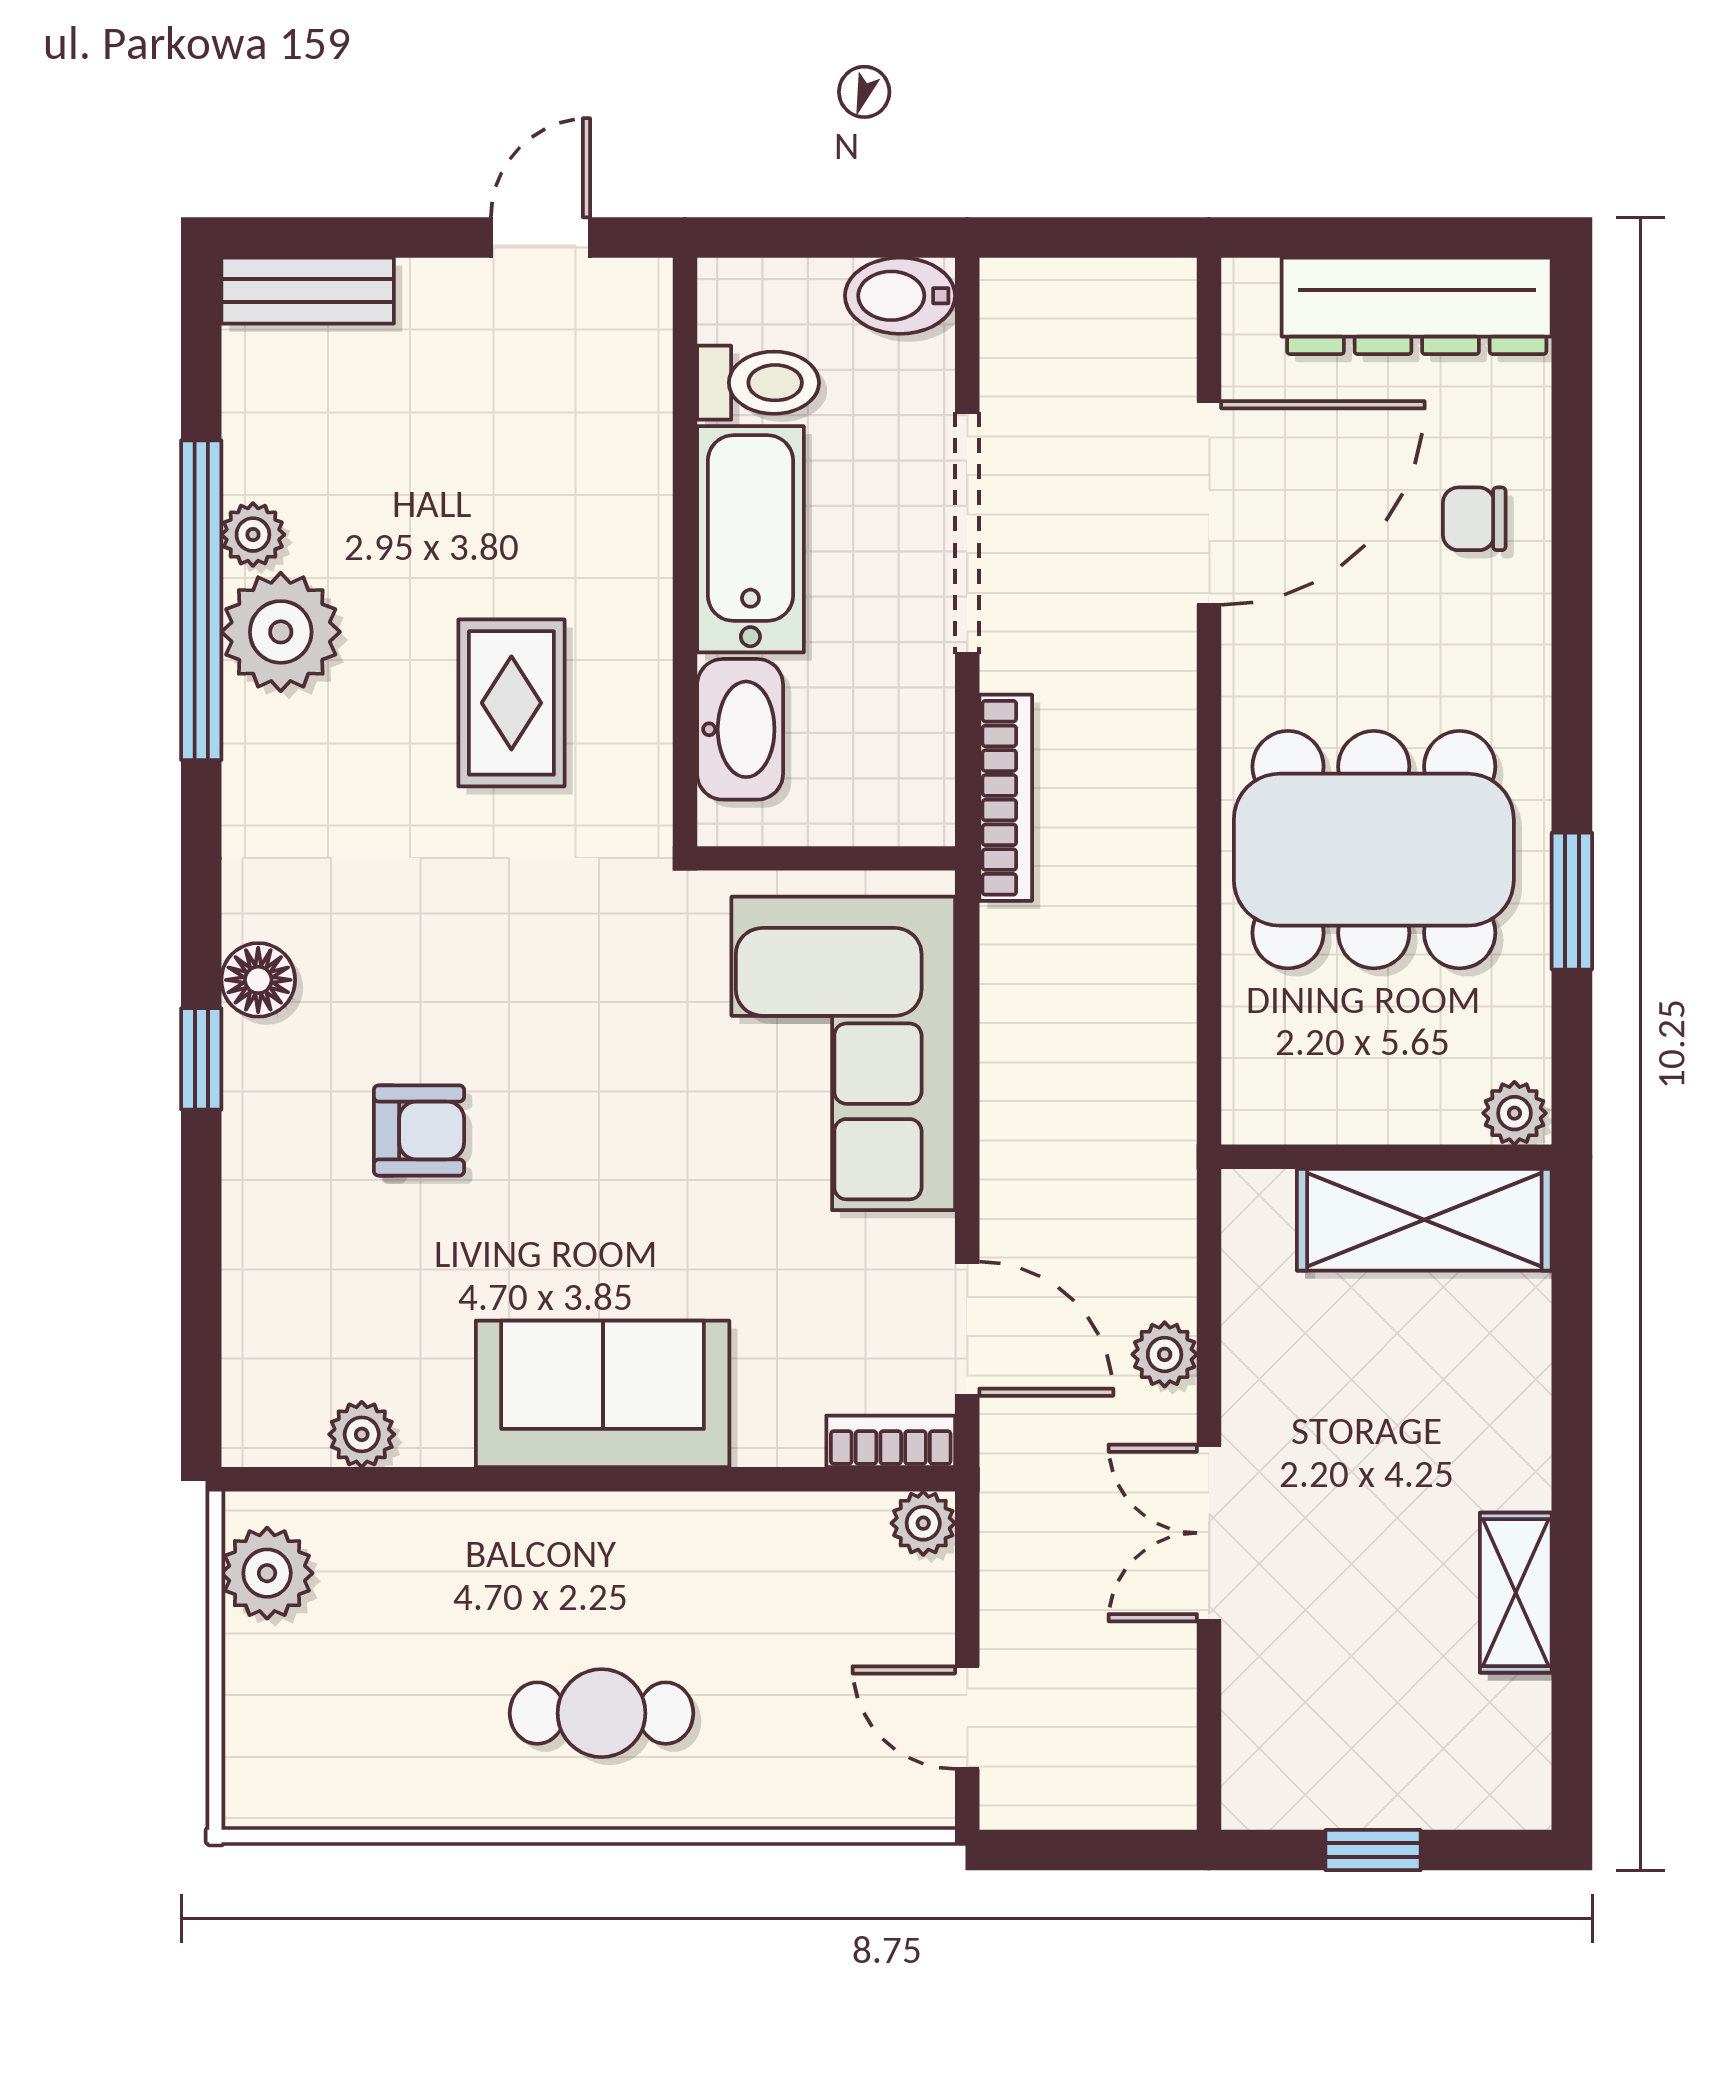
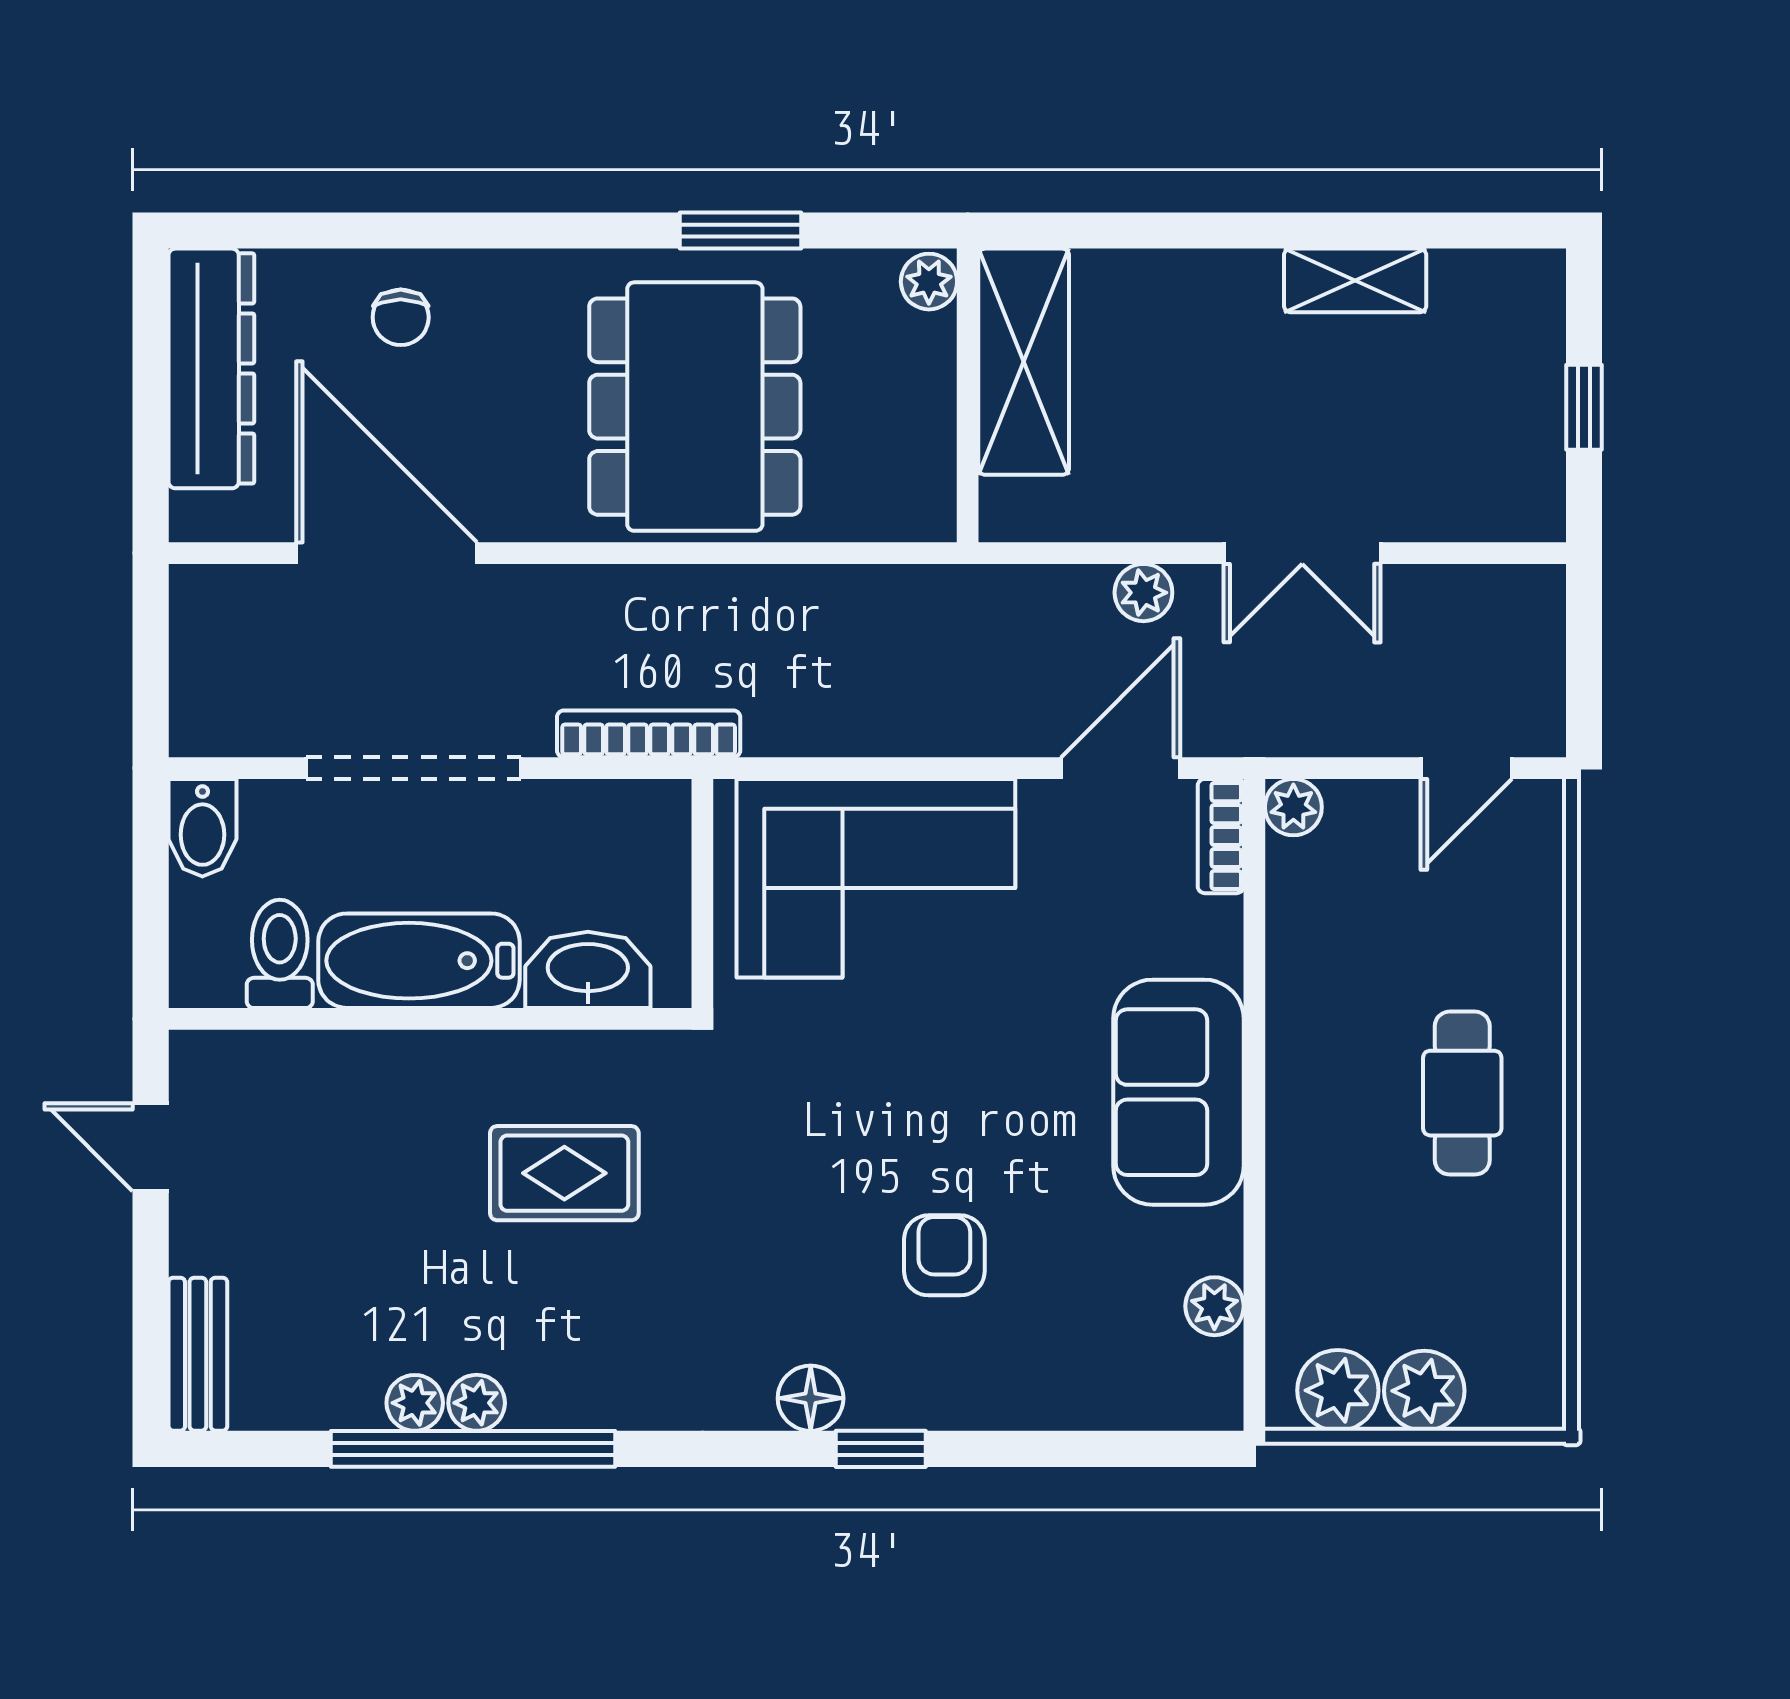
plant: (281, 632) -> (477, 1403), width x0.53, depth x0.53
plant: (267, 1670) -> (1424, 1391), added

